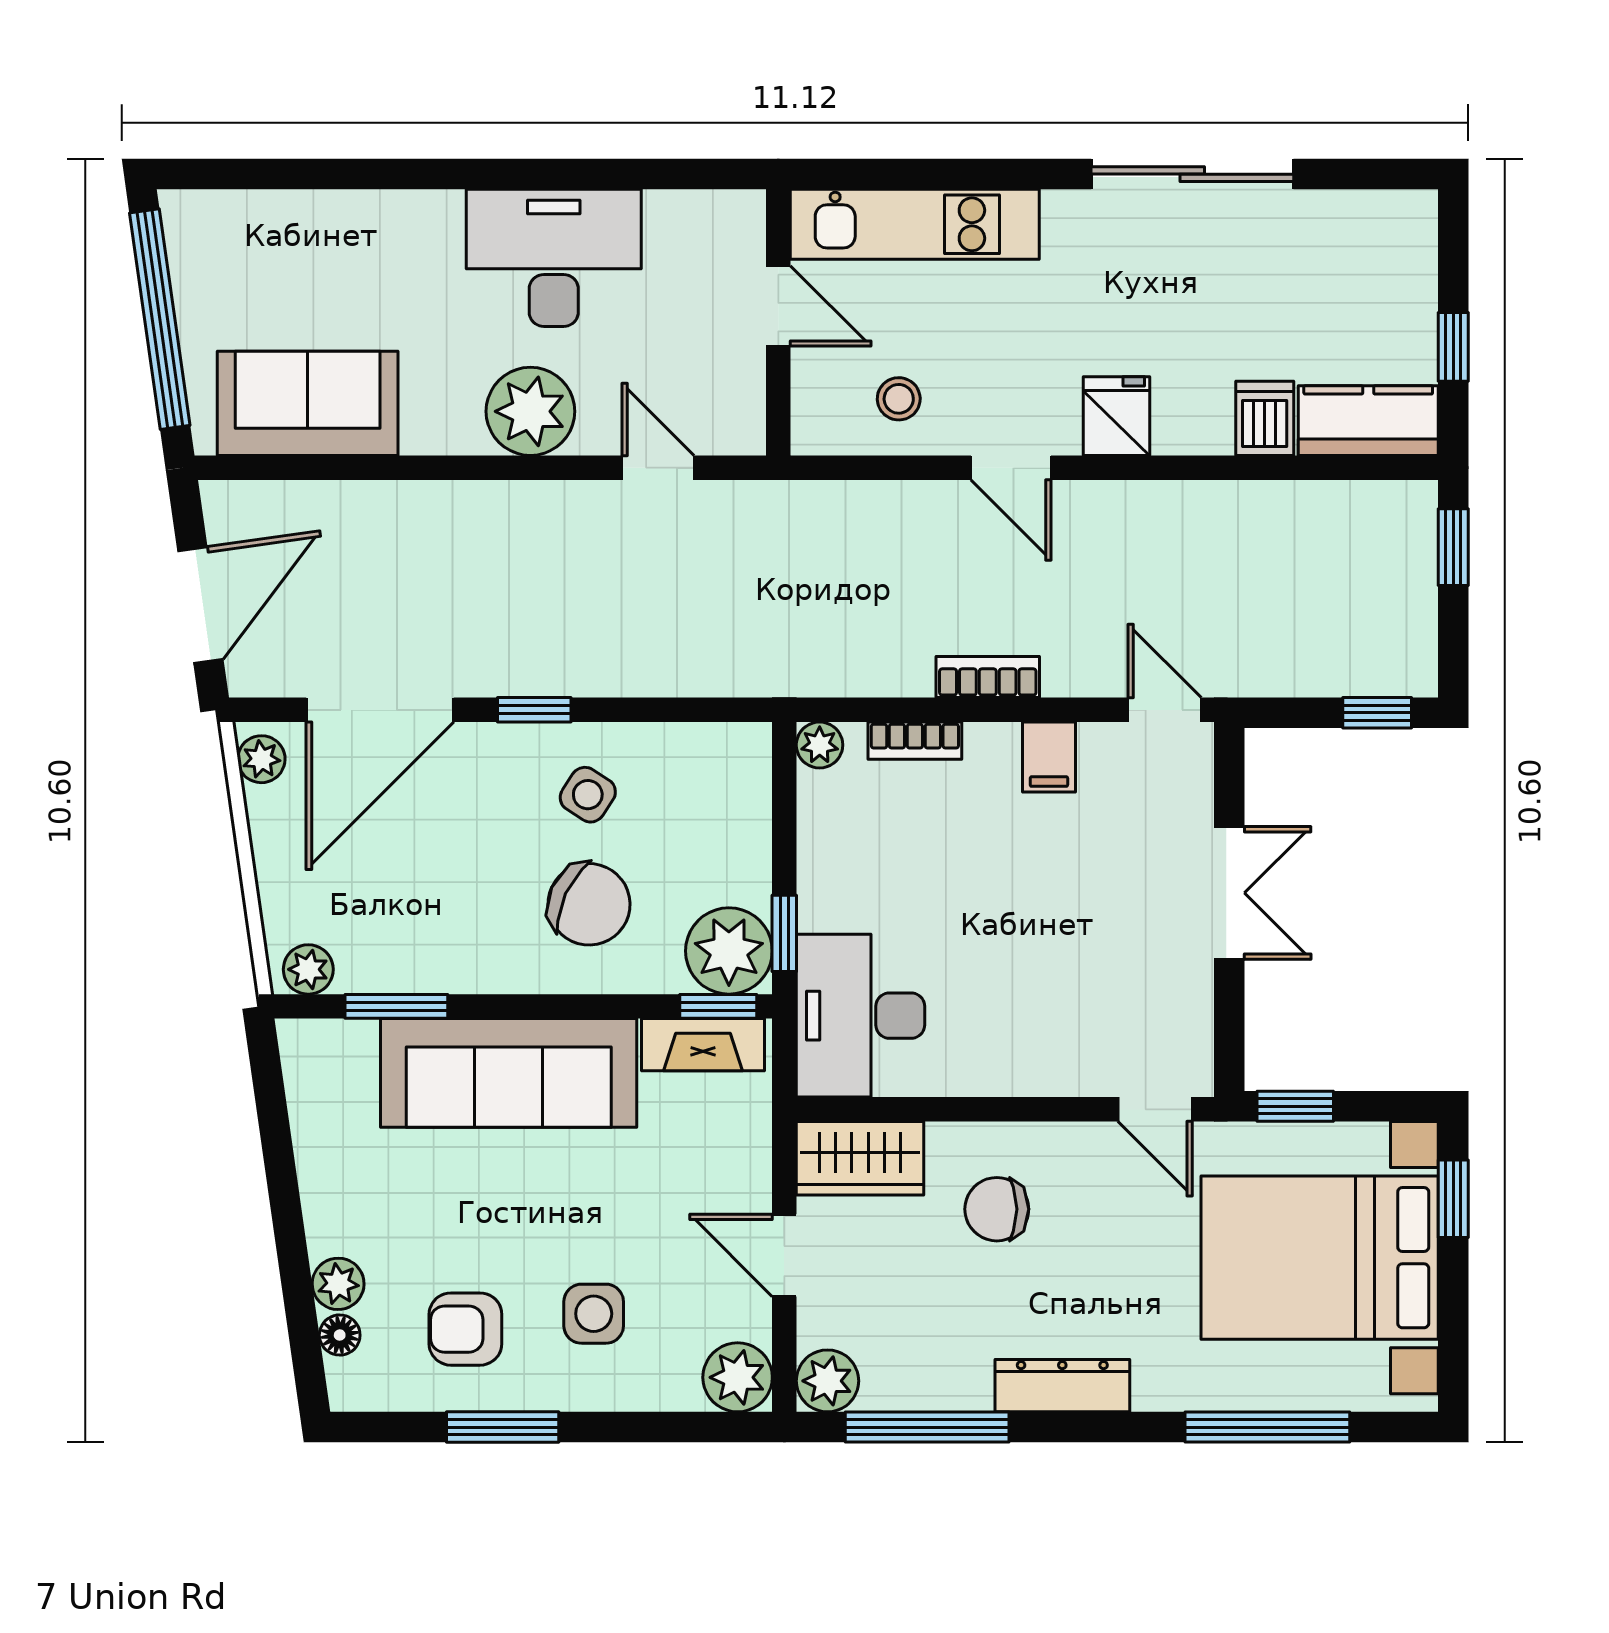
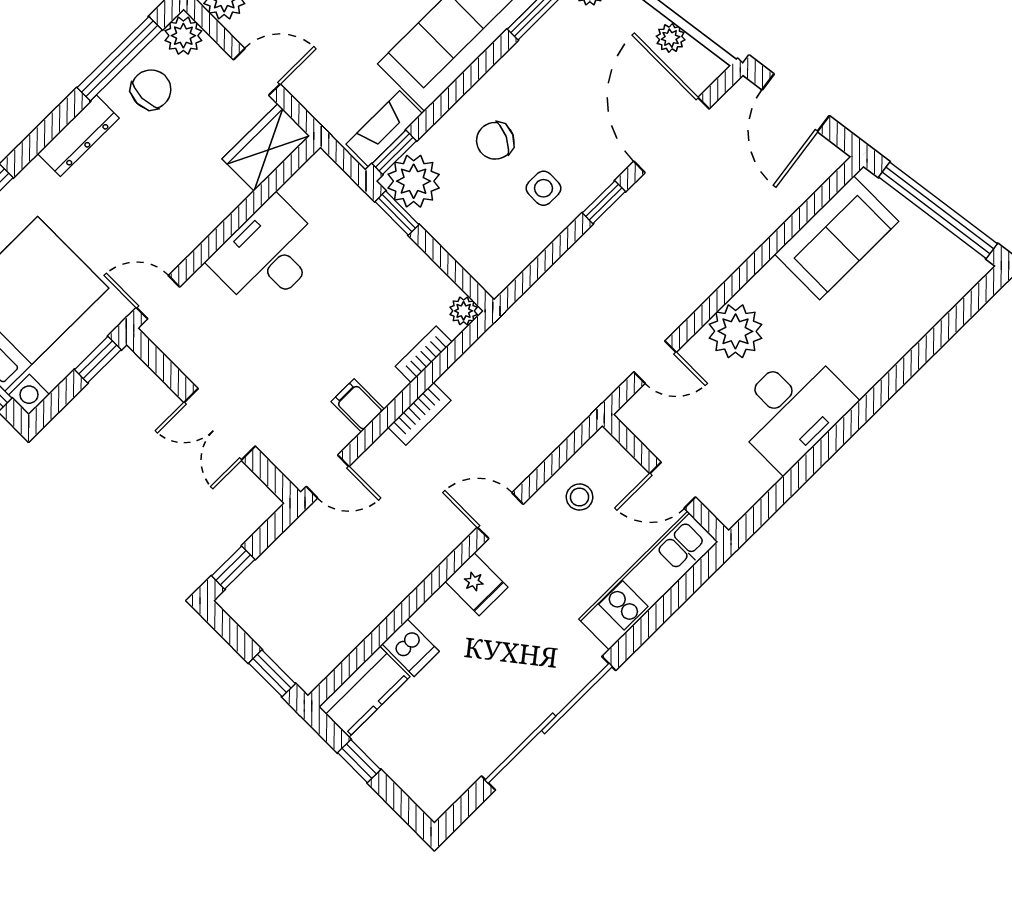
sliding door: (1192, 174) -> (549, 723), width x1.36
plant: (261, 759) -> (671, 38), moved
side table: (588, 795) -> (543, 188), turned -33
chair: (589, 904) -> (495, 141), width x0.73, depth x0.73
desk: (861, 1016) -> (268, 255), moved, turned -90
chair: (997, 1209) -> (151, 90), moved

